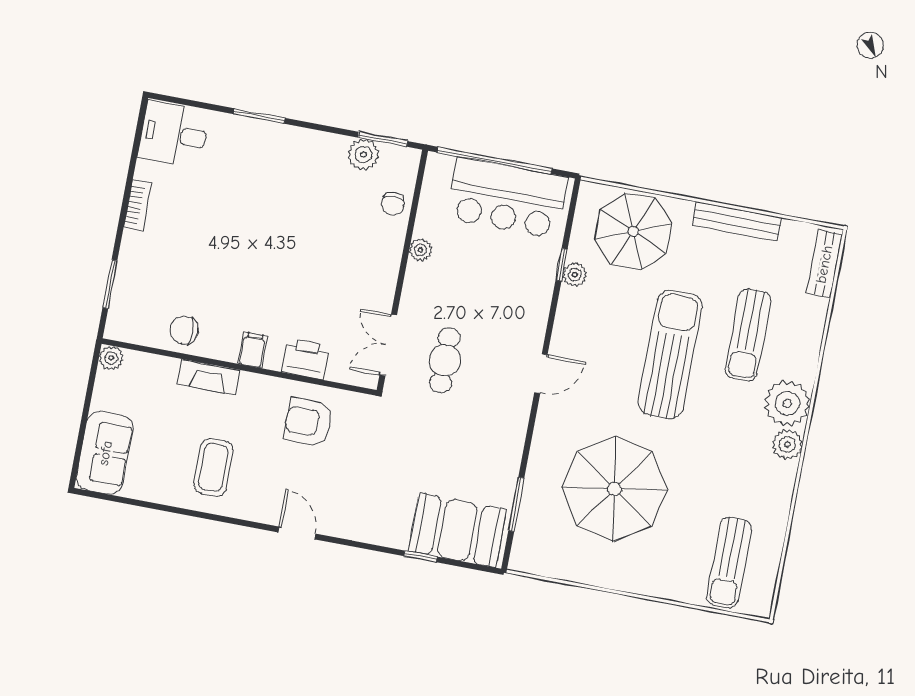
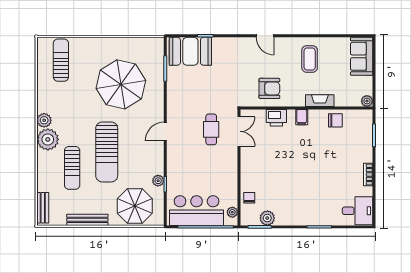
plant: (421, 250) -> (232, 212), moved
sun lounger: (748, 335) -> (72, 168), turned 180

